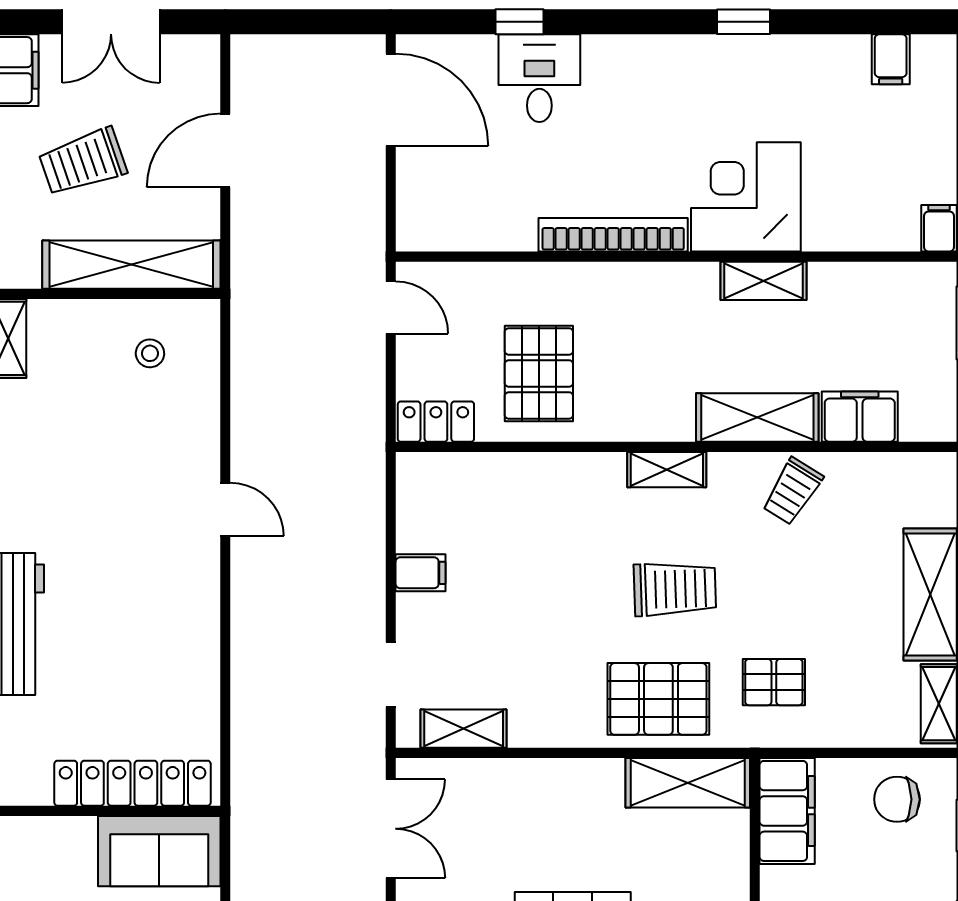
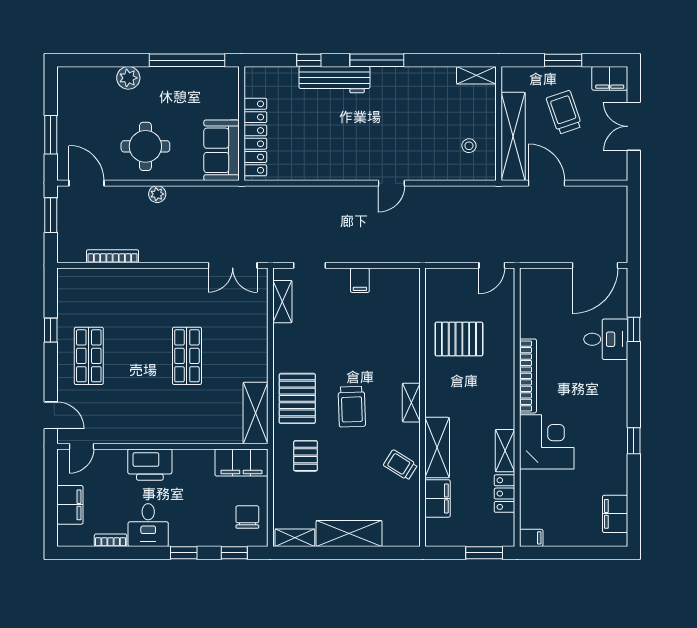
filing cabinet: (891, 59) -> (615, 514), width x2.00
door: (225, 151) -> (547, 183), moved
locker: (436, 422) -> (504, 494), moved, turned 180

